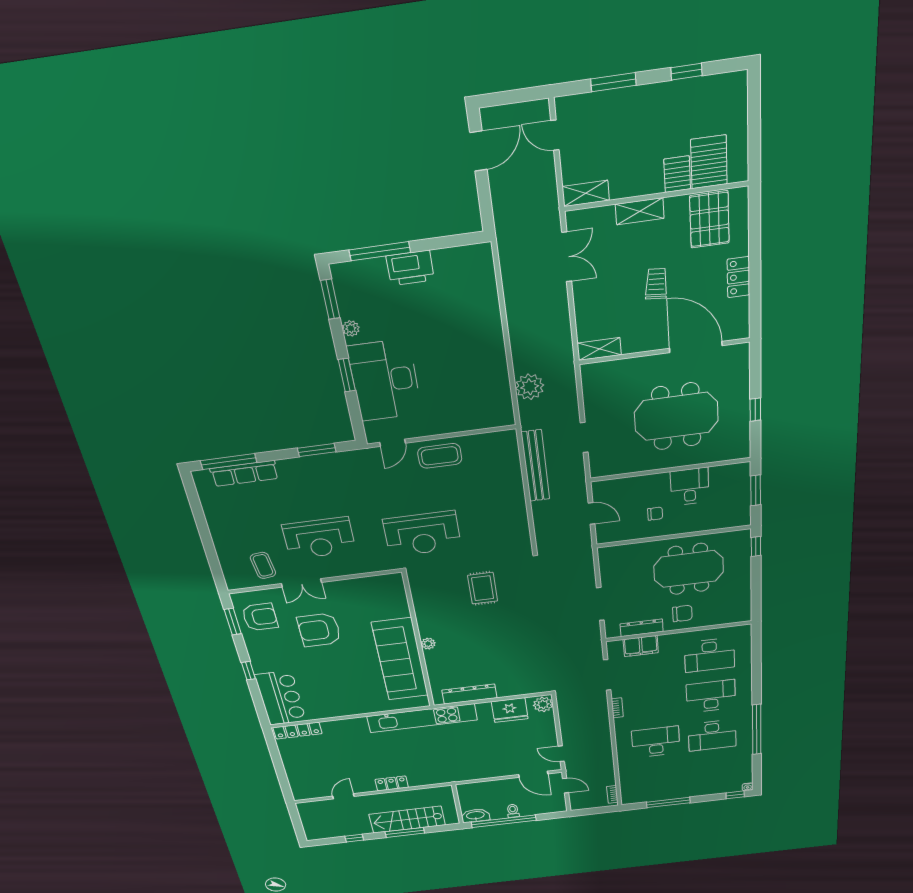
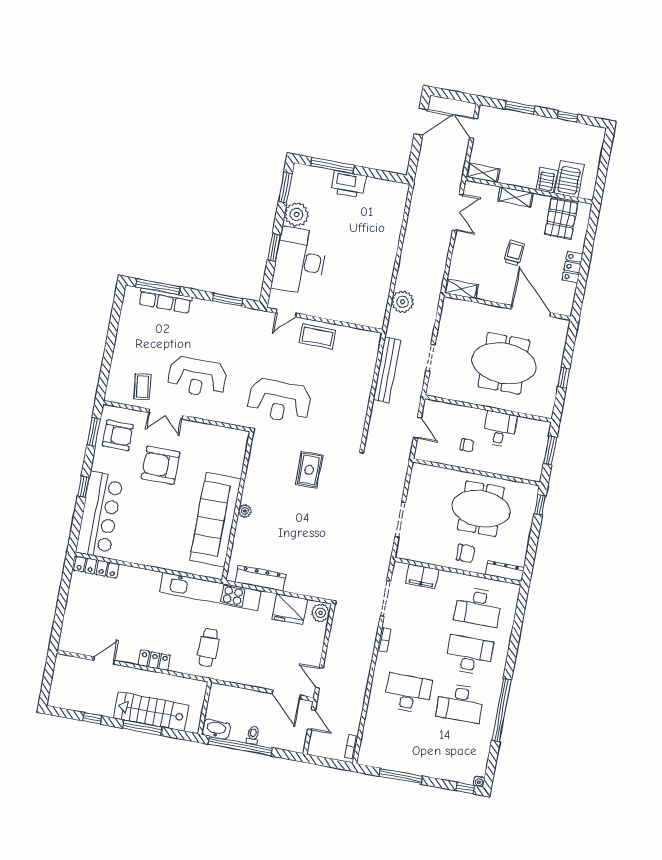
plant: (351, 328) -> (296, 214), width x1.88, depth x1.88
dresser: (642, 628) -> (505, 571), moved
bar counter: (281, 698) -> (100, 515), width x1.36
cafe table: (440, 760) -> (208, 647), added

